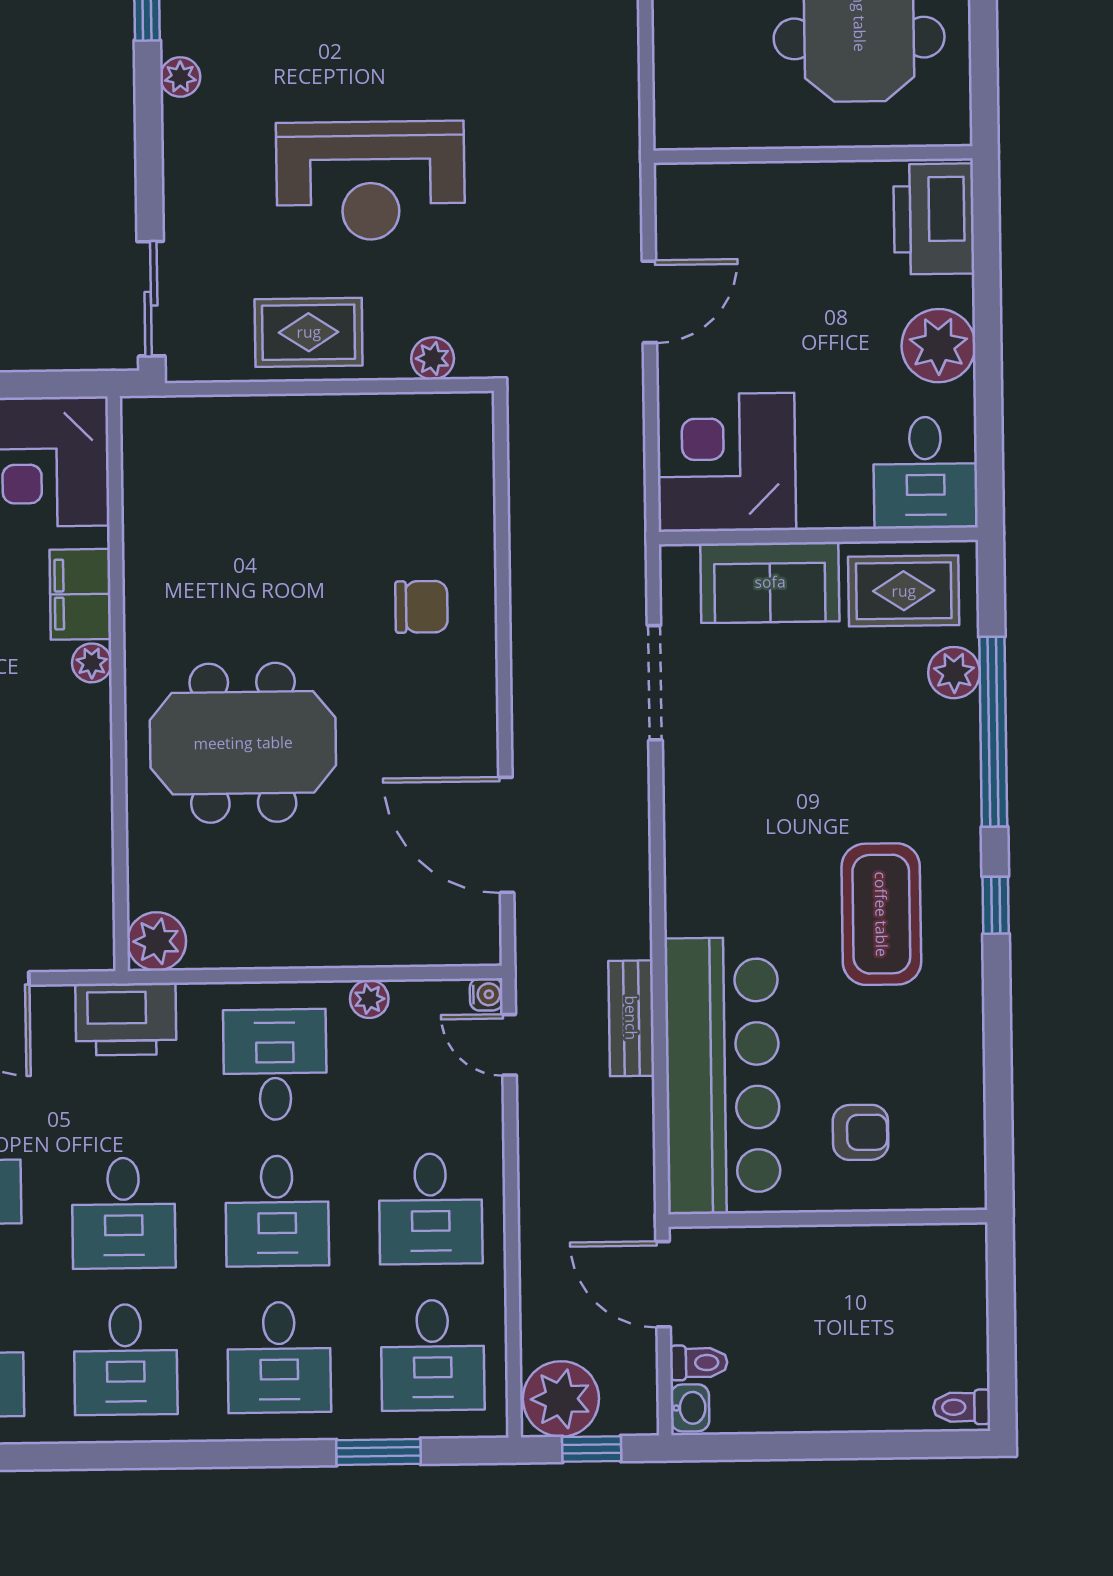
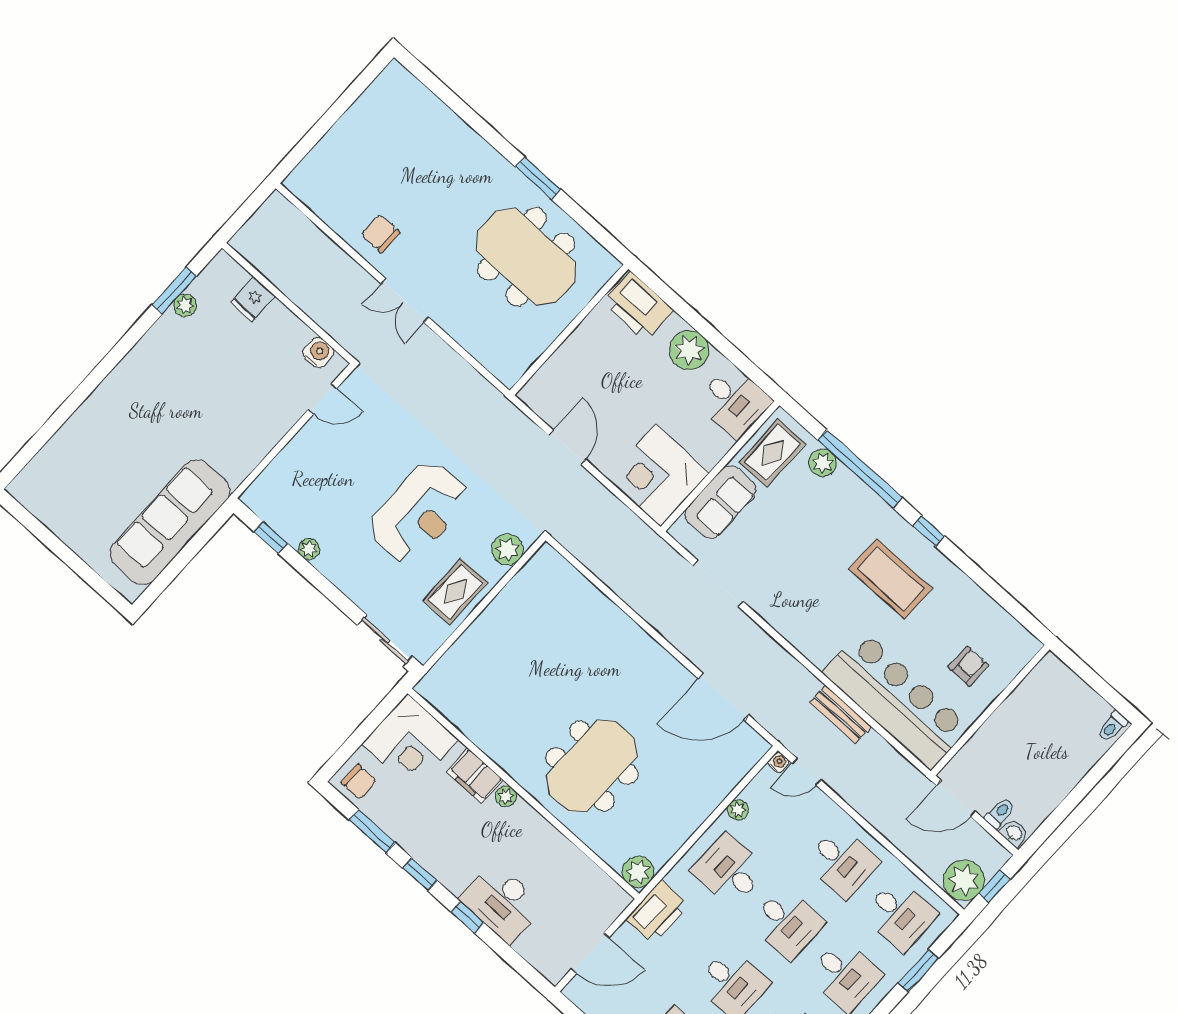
plant: (433, 358) -> (507, 550), width x1.38, depth x1.38
chair: (421, 607) -> (604, 647), removed

